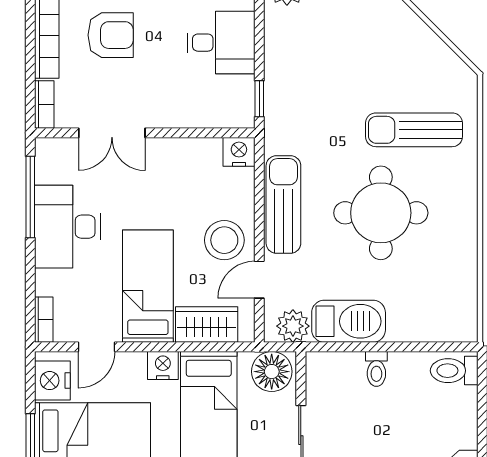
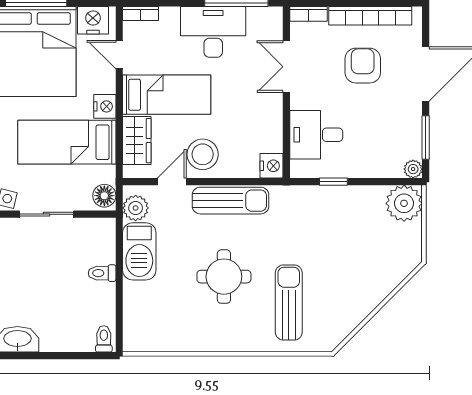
armchair: (111, 35) -> (363, 66), turned 180
desk: (221, 43) -> (316, 135), moved, turned 90
window: (259, 99) -> (333, 182), moved
round table: (381, 213) -> (224, 277), width x0.73, depth x0.73
door: (259, 280) -> (172, 182), hinge flipped
toilet: (454, 371) -> (104, 339), width x0.73, depth x0.72
floor lamp: (272, 372) -> (104, 196), width x0.73, depth x0.73

